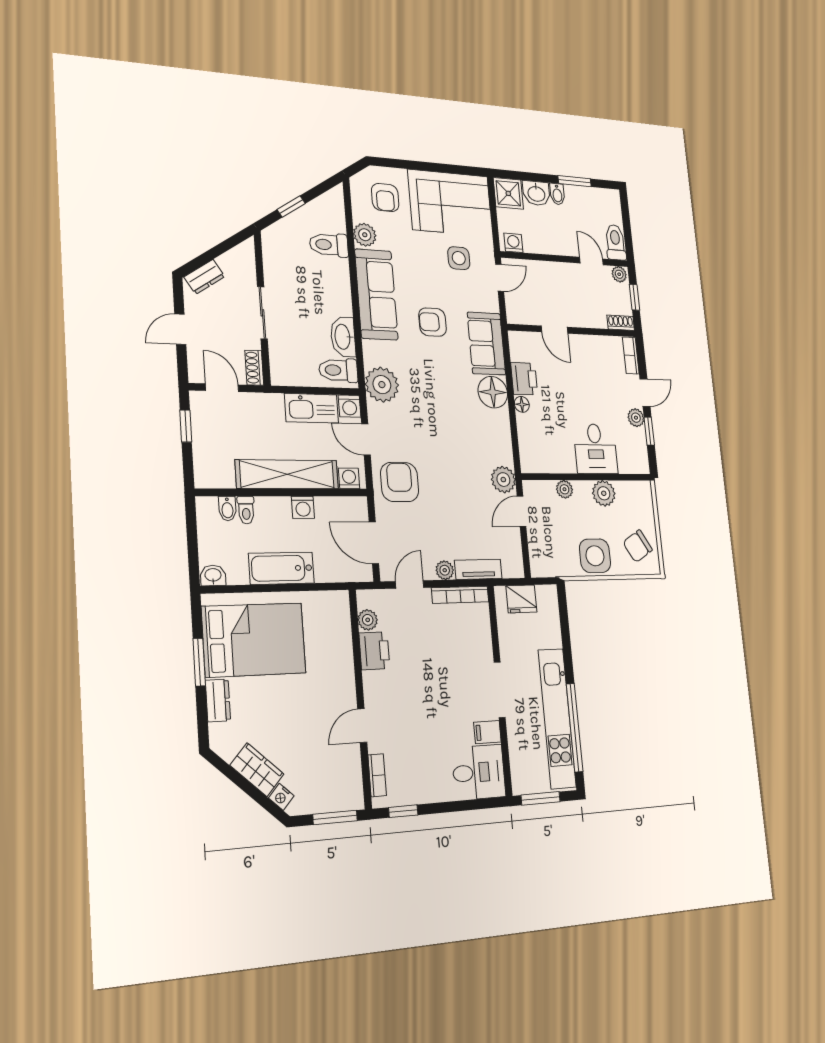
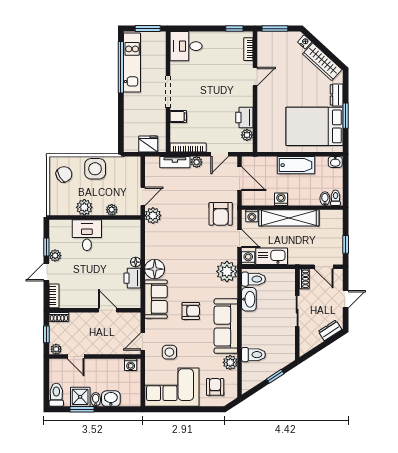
shower: (508, 193) -> (80, 397), moved
toilet: (615, 242) -> (56, 395), moved, turned 180
toilet: (246, 510) -> (336, 198), moved
kitchen unit: (557, 718) -> (132, 63), width x0.73
filing cabinet: (487, 732) -> (178, 117), moved
wardrobe: (257, 770) -> (322, 62), width x1.50

